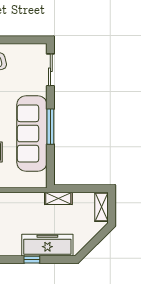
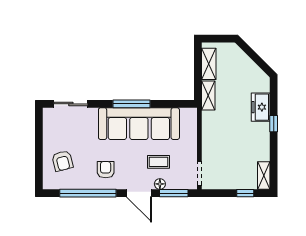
shelving: (101, 207) -> (209, 64), moved, turned 90
freezer: (47, 245) -> (261, 107), width x0.52, depth x0.79

